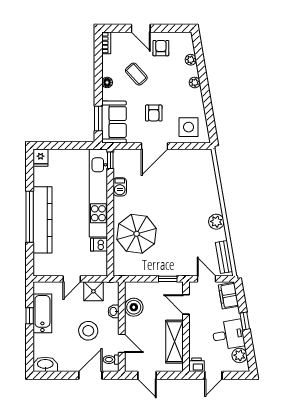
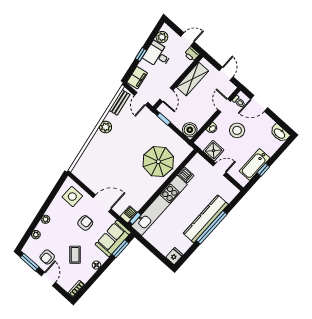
window: (173, 28) -> (30, 262), added
barbecue: (120, 187) -> (129, 214), moved
boiler: (134, 307) -> (190, 130), moved

